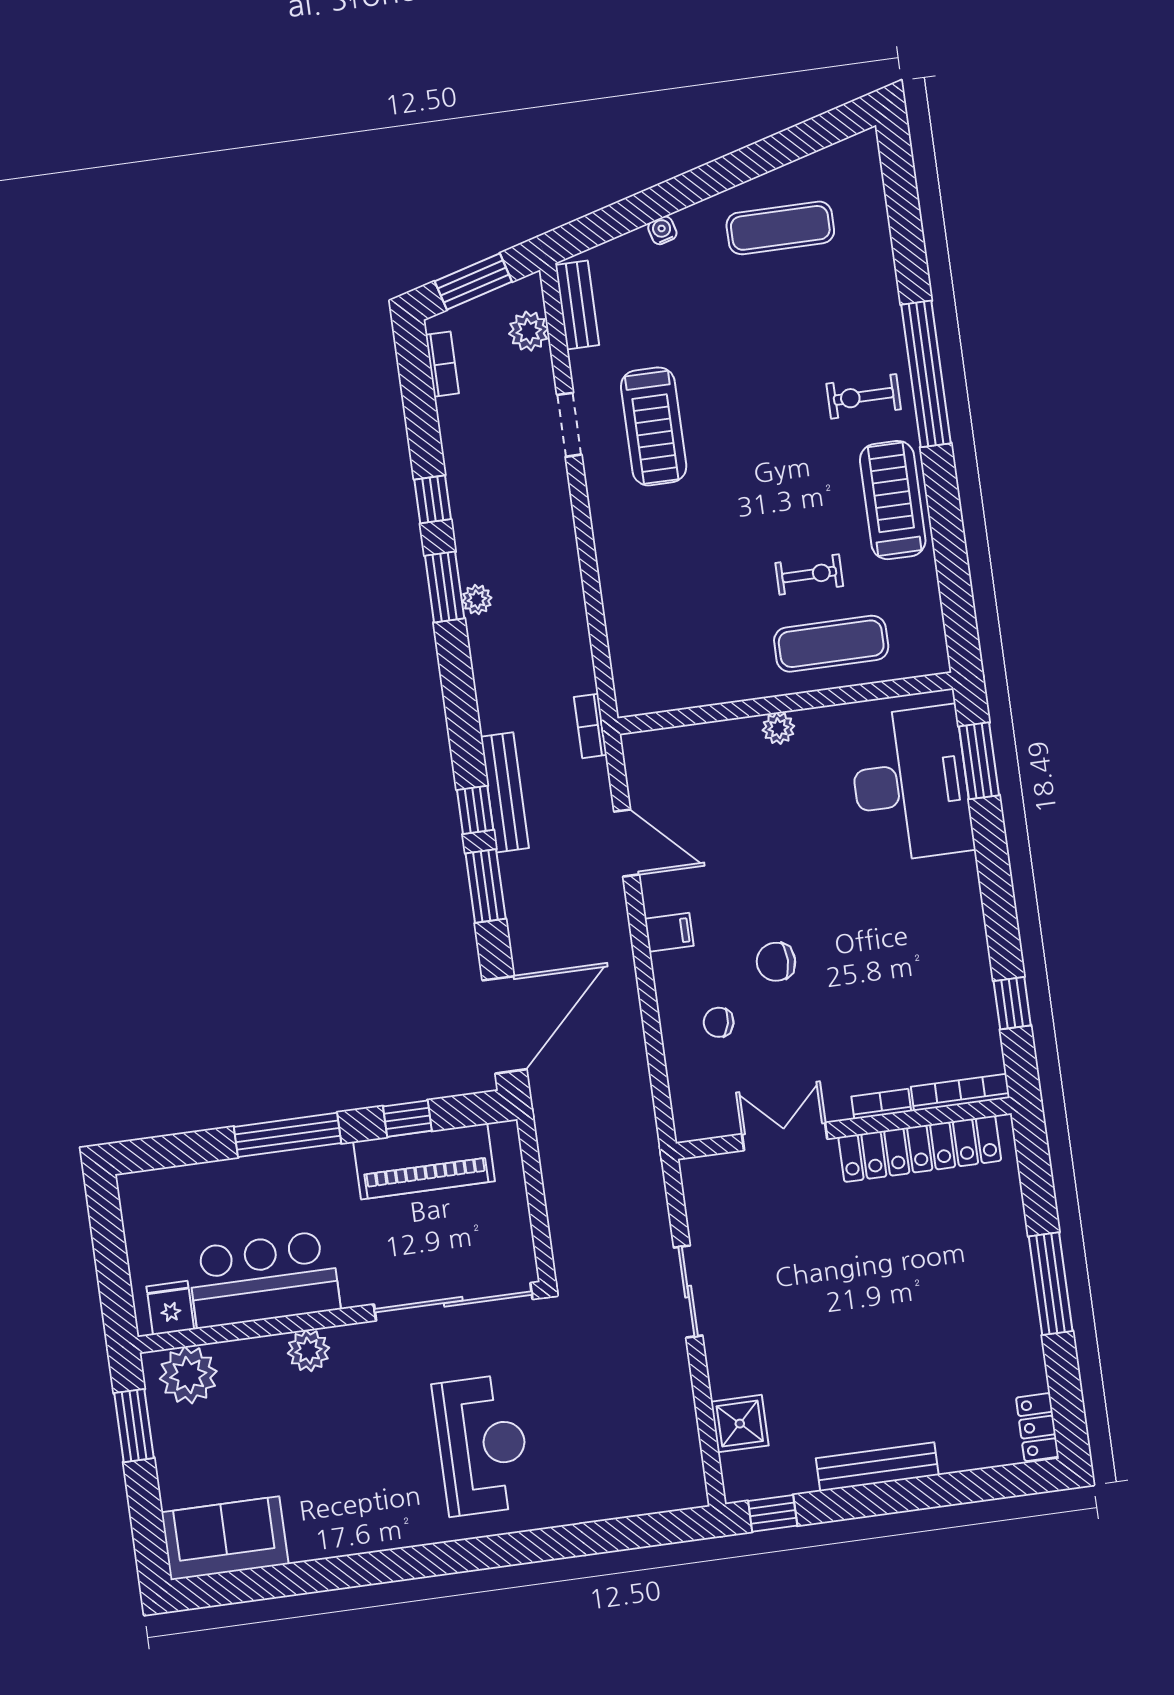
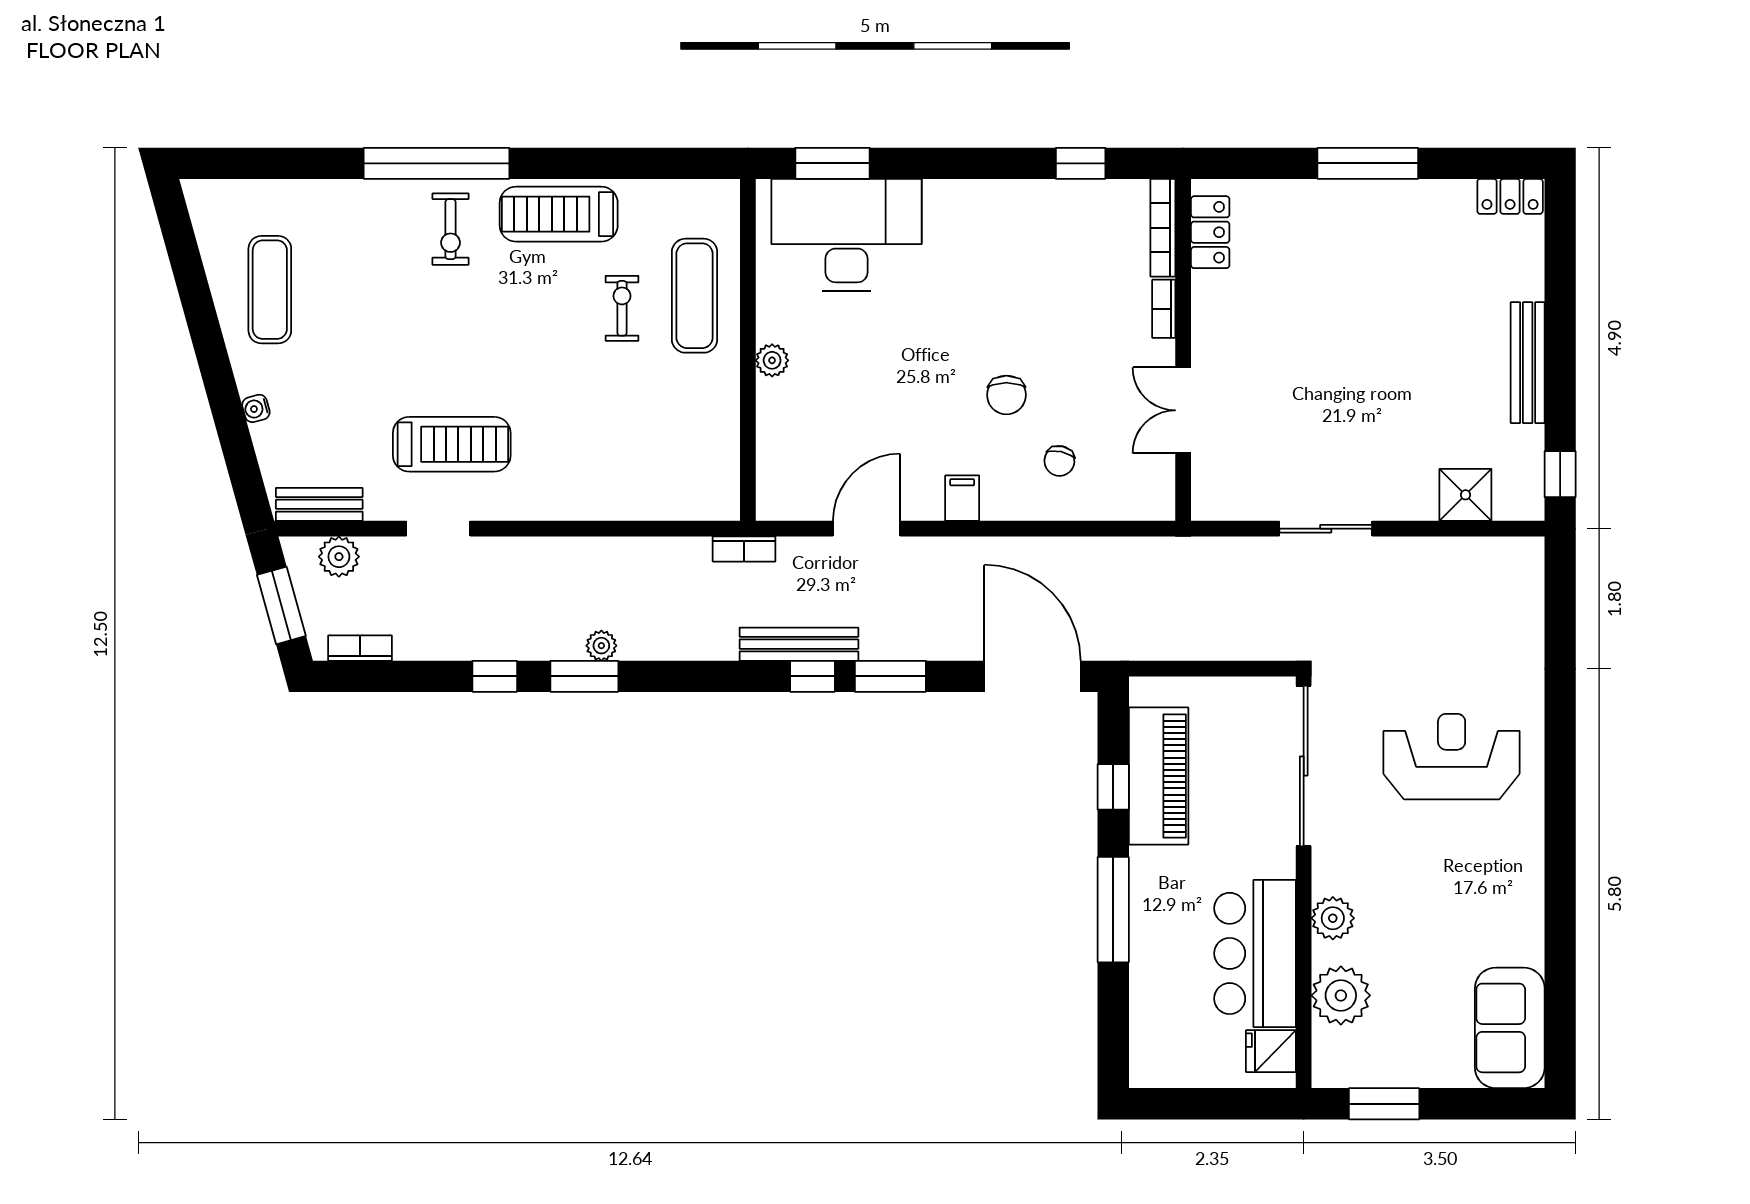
locker: (920, 1149) -> (1210, 232), width x0.46, depth x0.83
plant: (188, 1375) -> (1341, 995), moved

